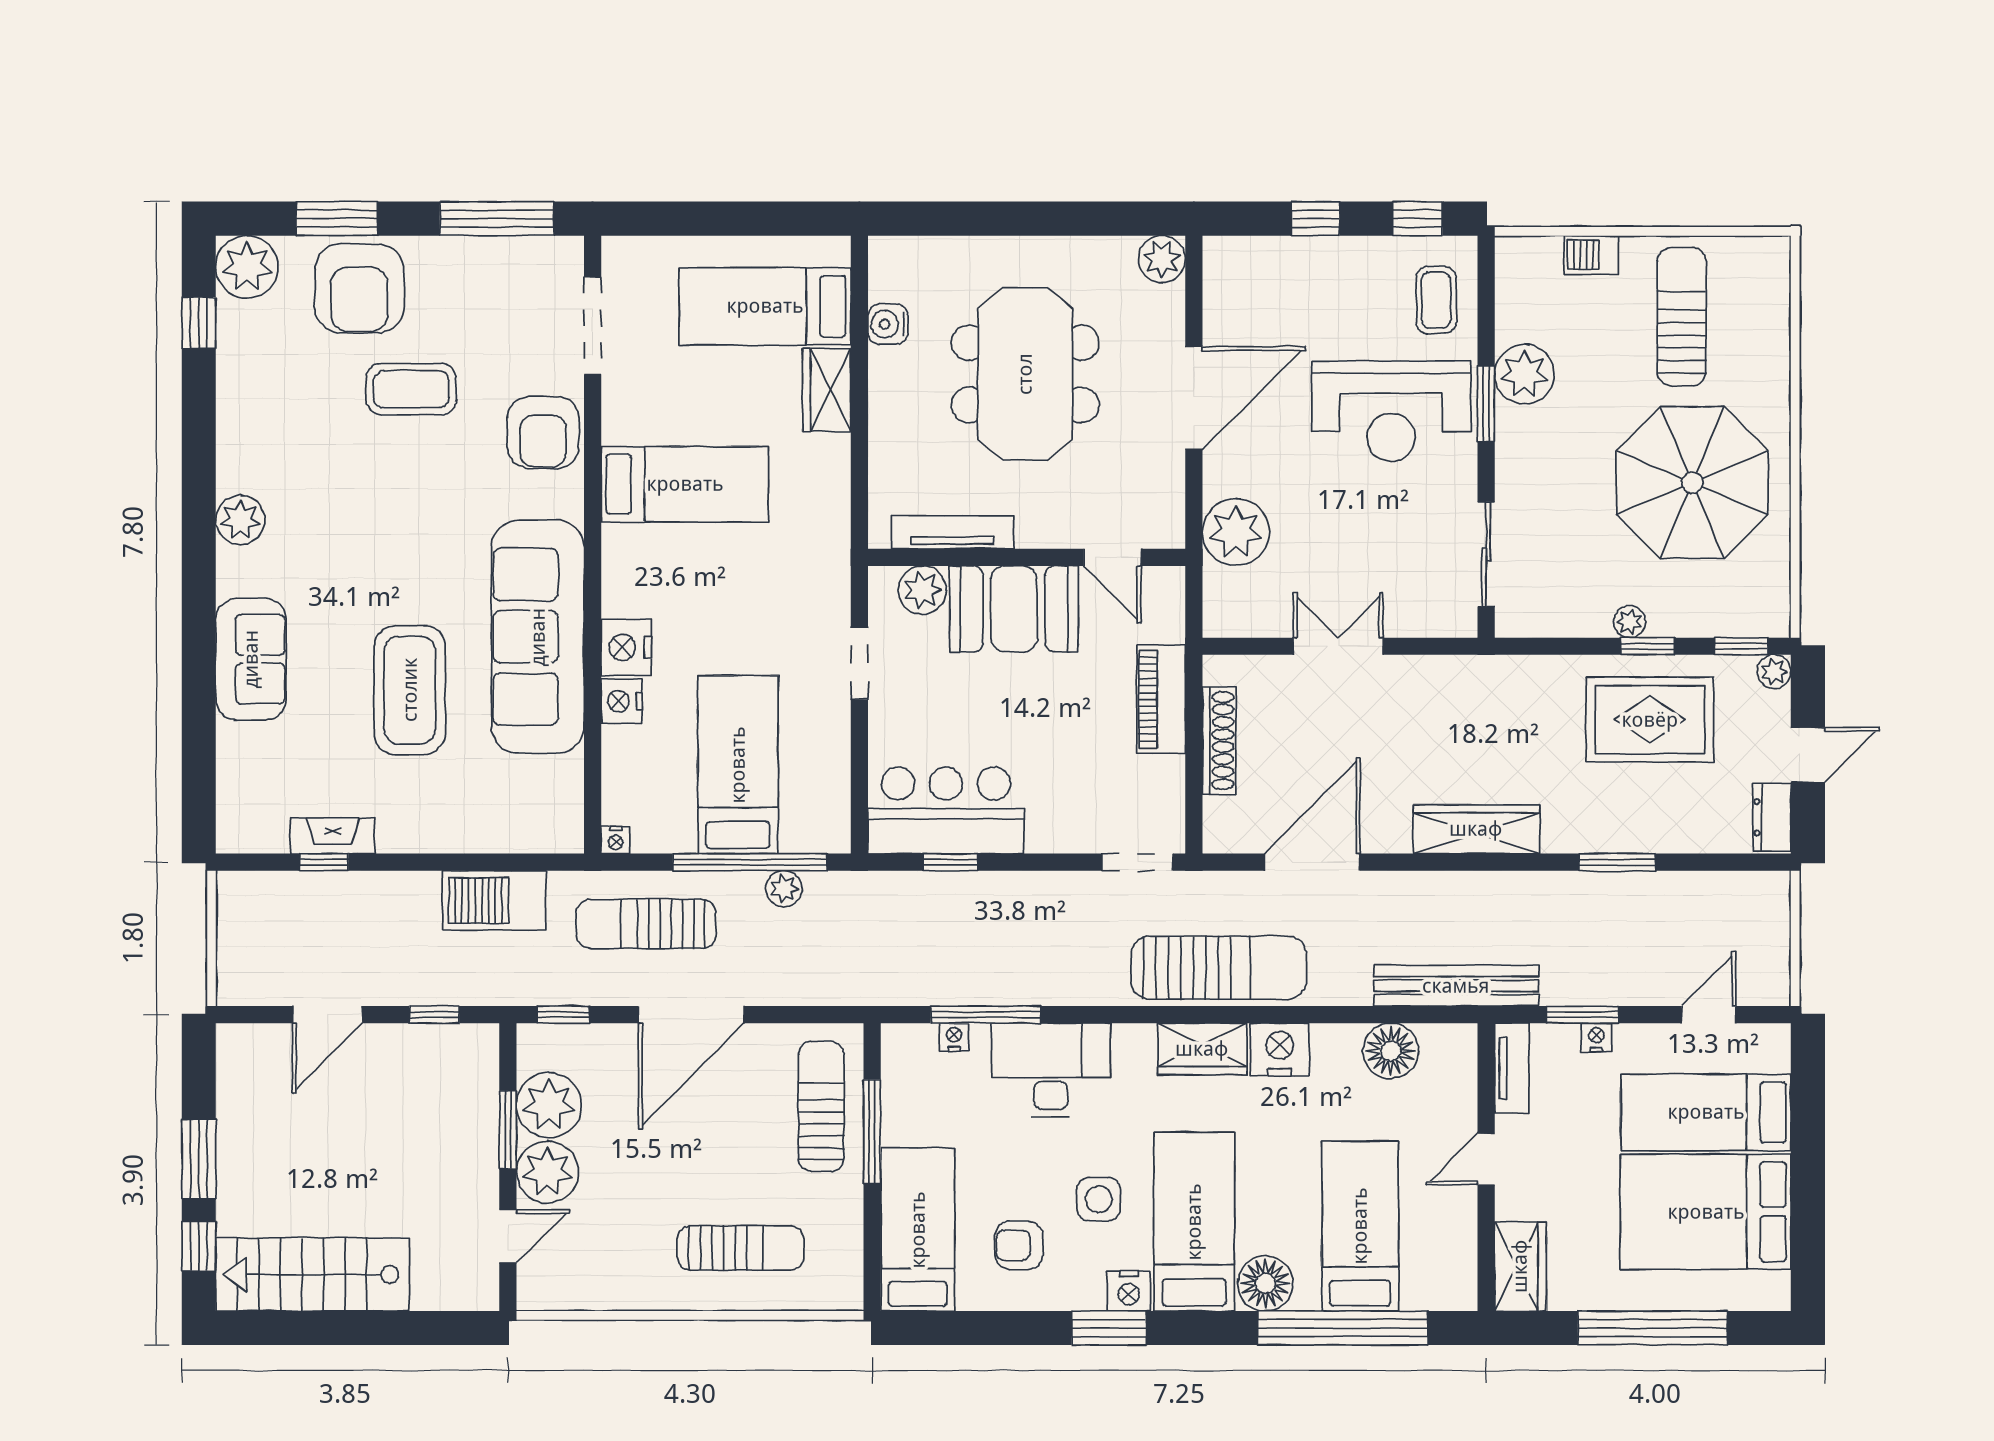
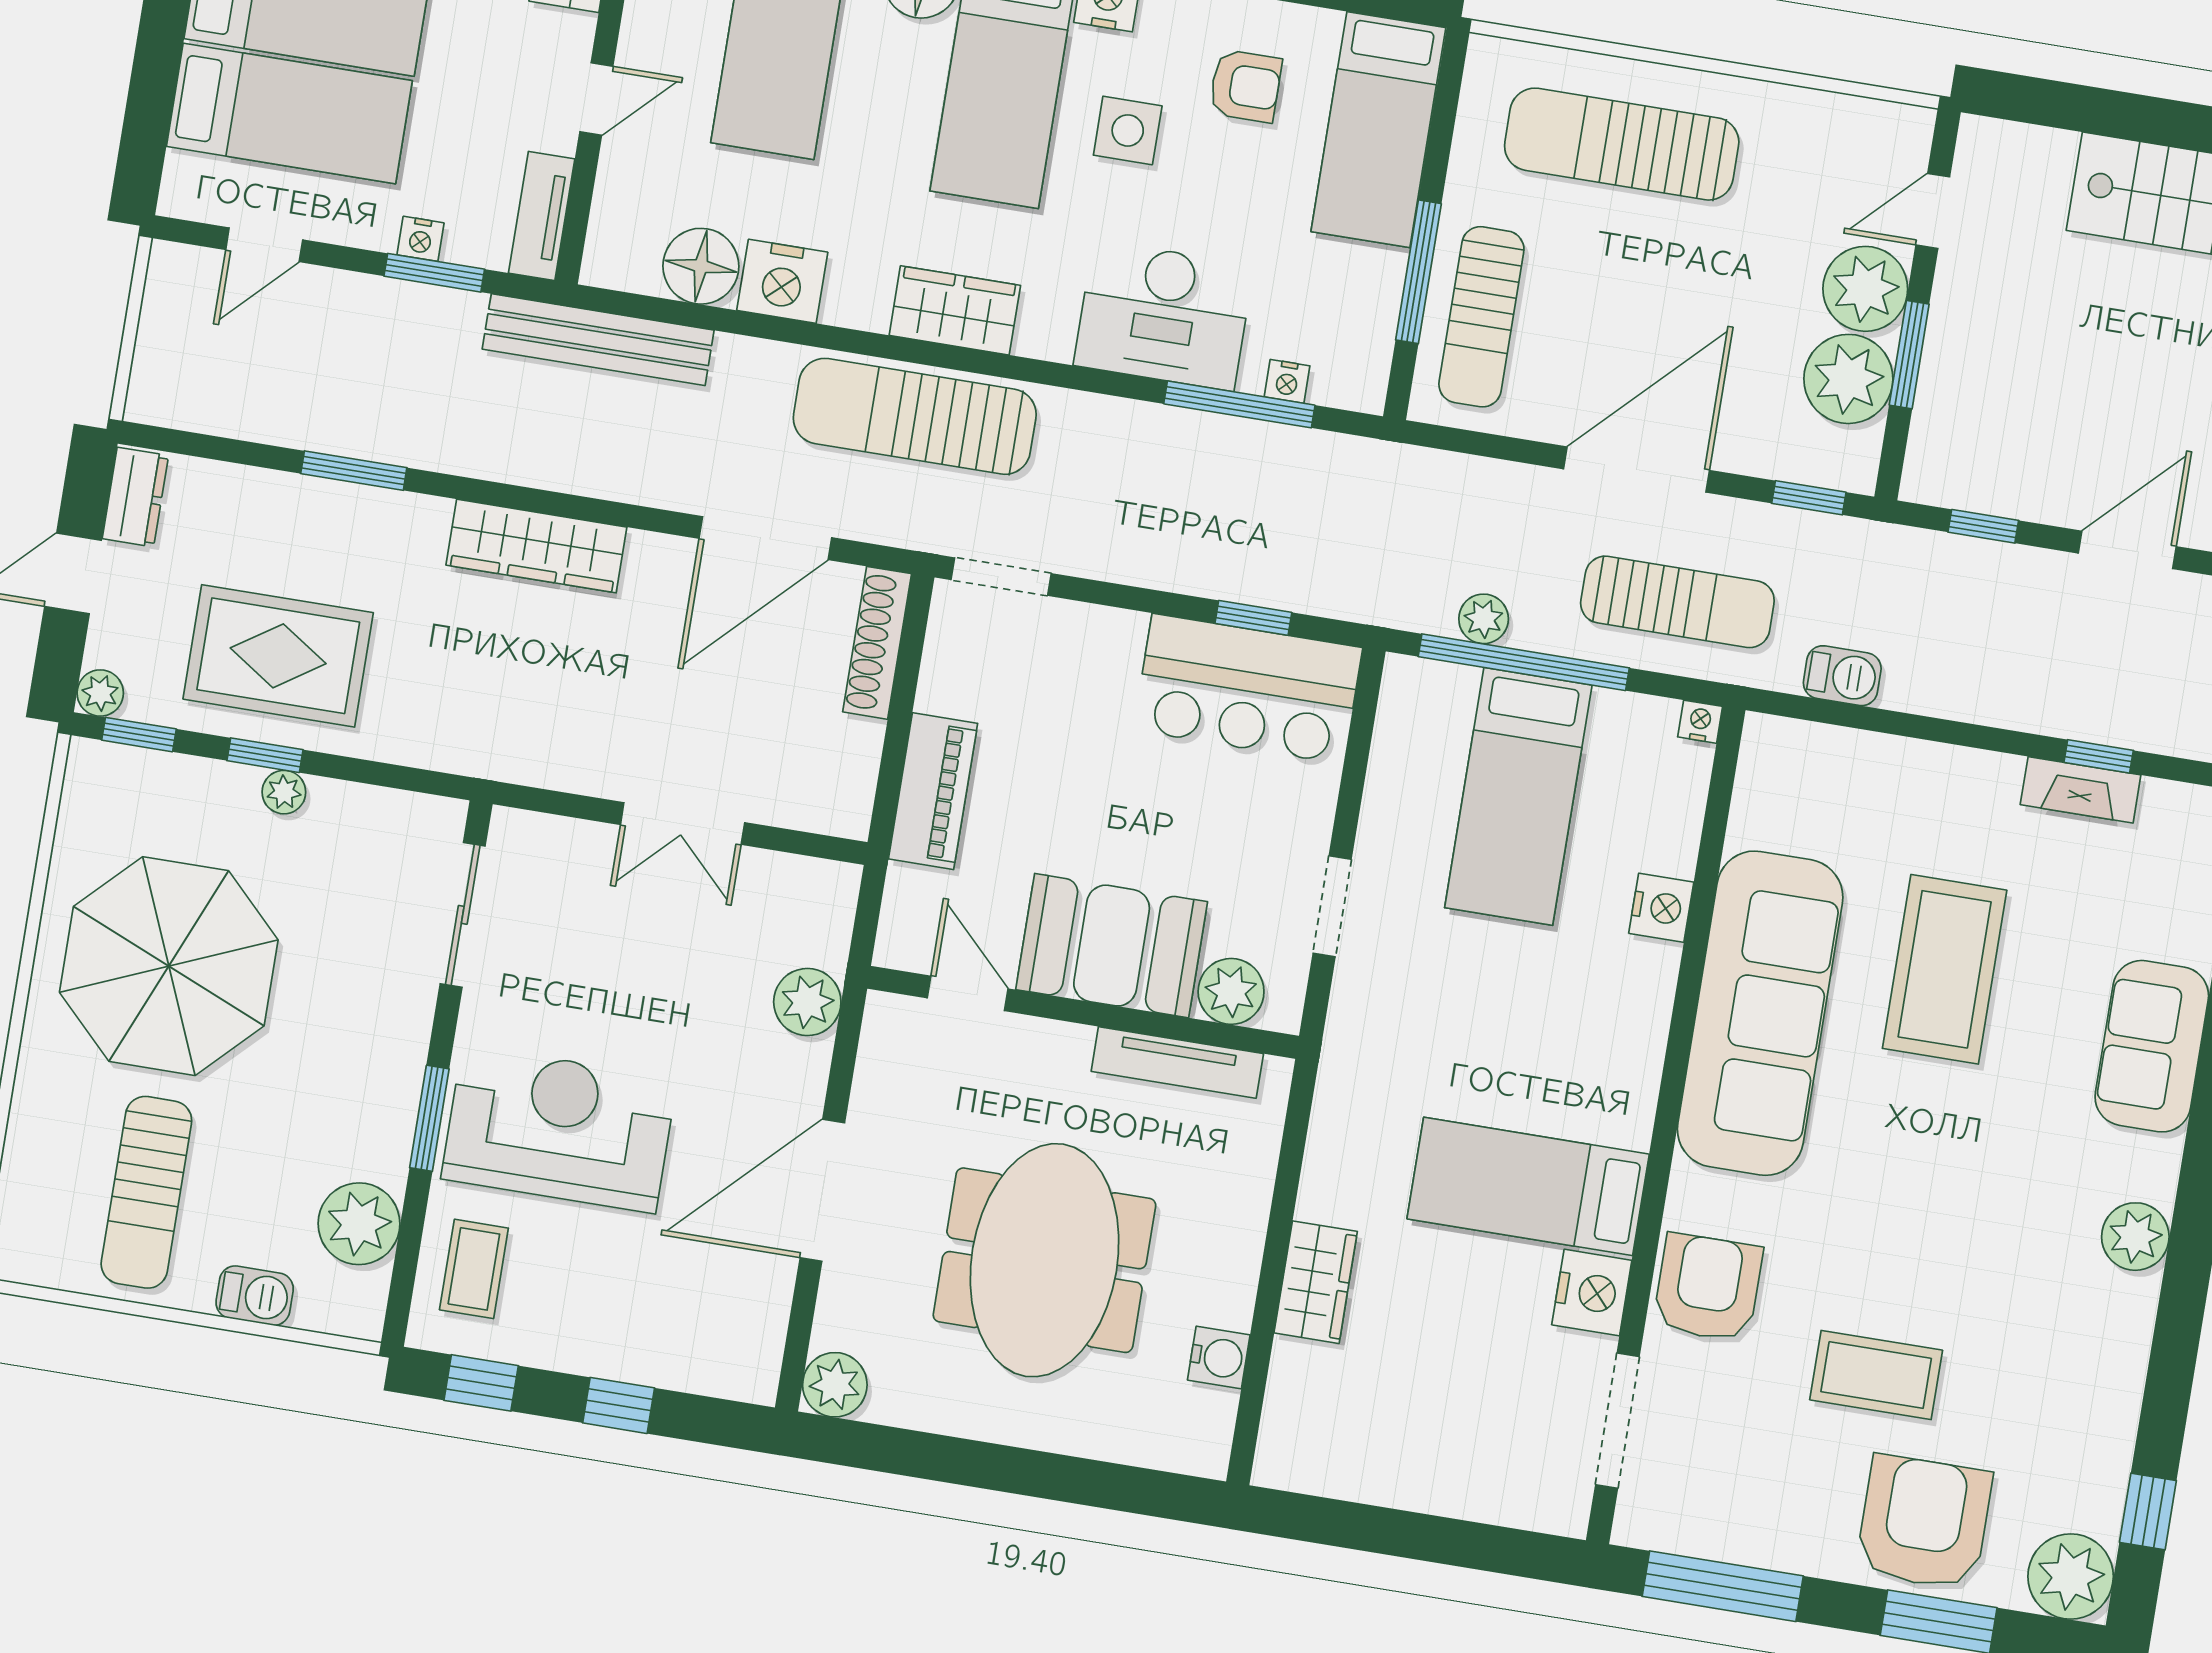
bed: (765, 306) -> (1381, 1409), removed
plant: (1524, 374) -> (359, 1224), moved
plant: (1236, 532) -> (807, 1002), width x0.73, depth x0.73
nightstand: (626, 647) -> (1592, 1293), moved
shoe rack: (1219, 741) -> (877, 643), moved
barbecue: (494, 900) -> (1842, 676), width x0.53, depth x0.65
nightstand: (1280, 1050) -> (782, 281), moved
sun lounger: (740, 1248) -> (1622, 144), width x1.36, depth x1.34

